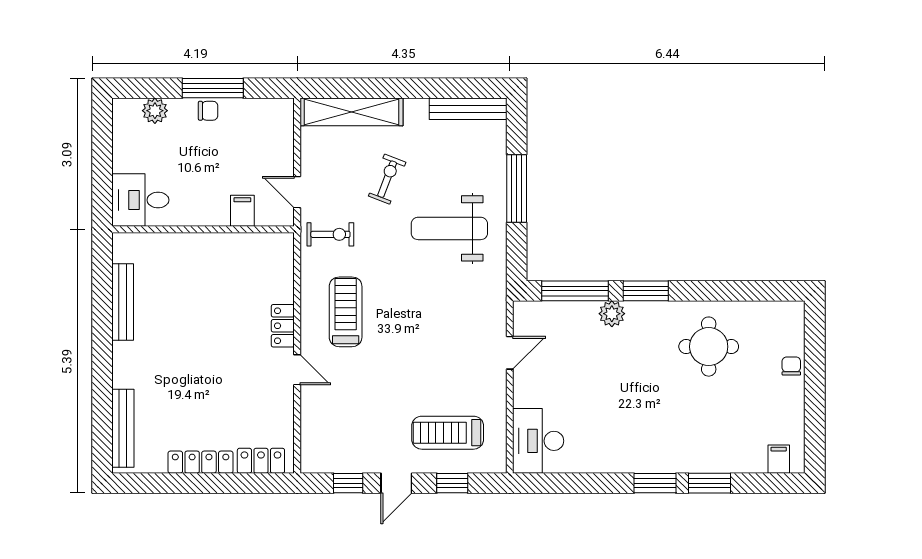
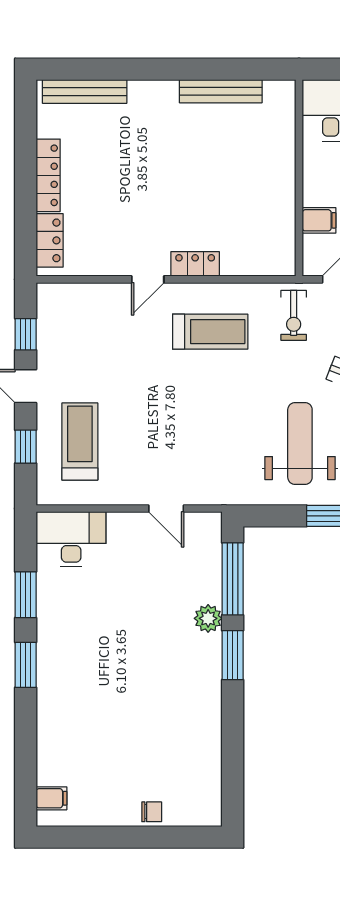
round table: (709, 347) -> (173, 723), removed
window: (710, 483) -> (26, 595), moved

